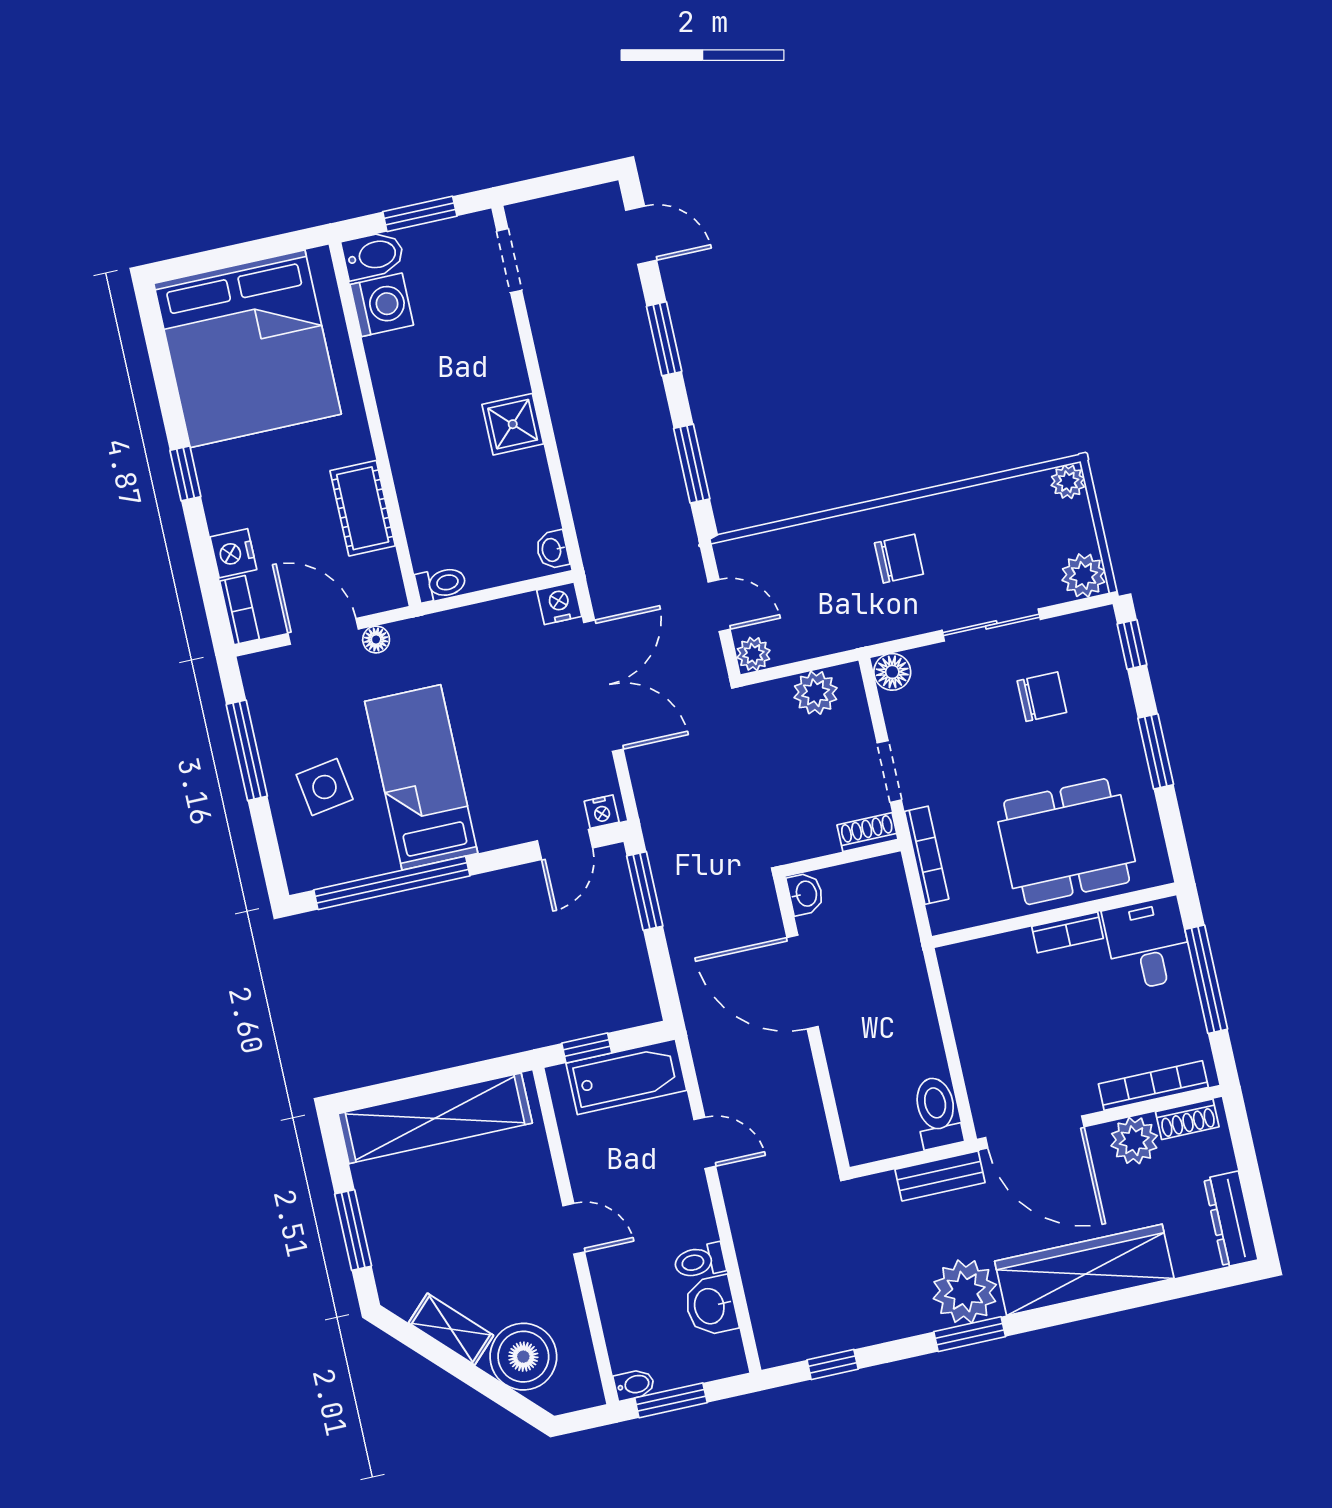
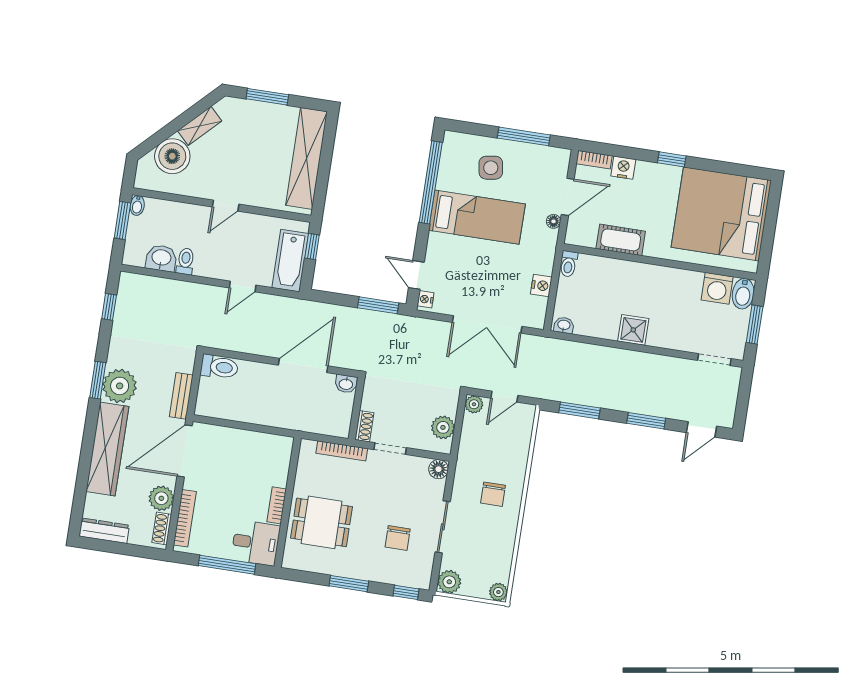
nightstand: (559, 603) -> (541, 286), moved
dining table: (1067, 842) -> (322, 522), width x0.73
toilet: (937, 1112) -> (219, 367), moved

